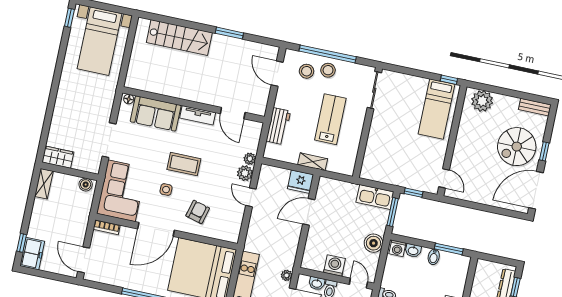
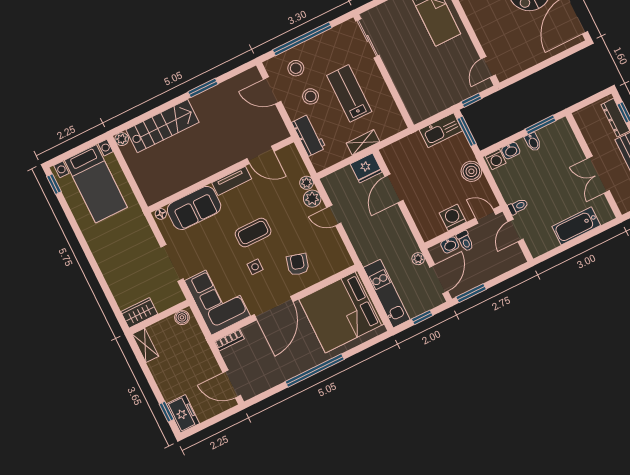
plant: (143, 24) -> (122, 139), added
stool: (328, 70) -> (311, 96), moved
door: (444, 178) -> (488, 67), swing flipped

